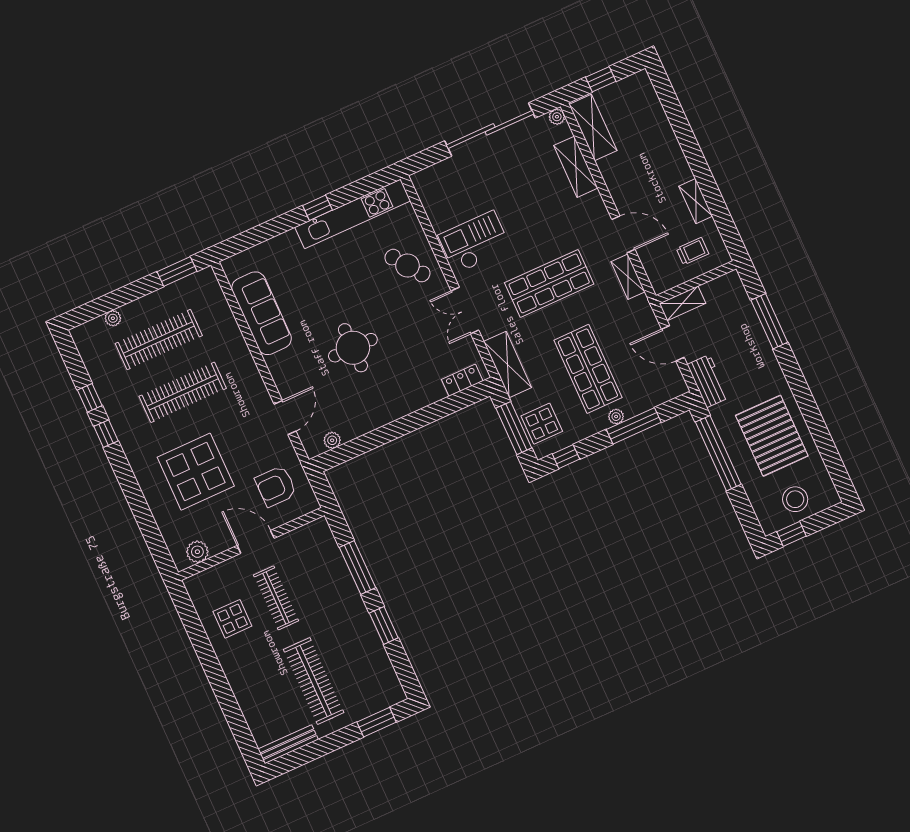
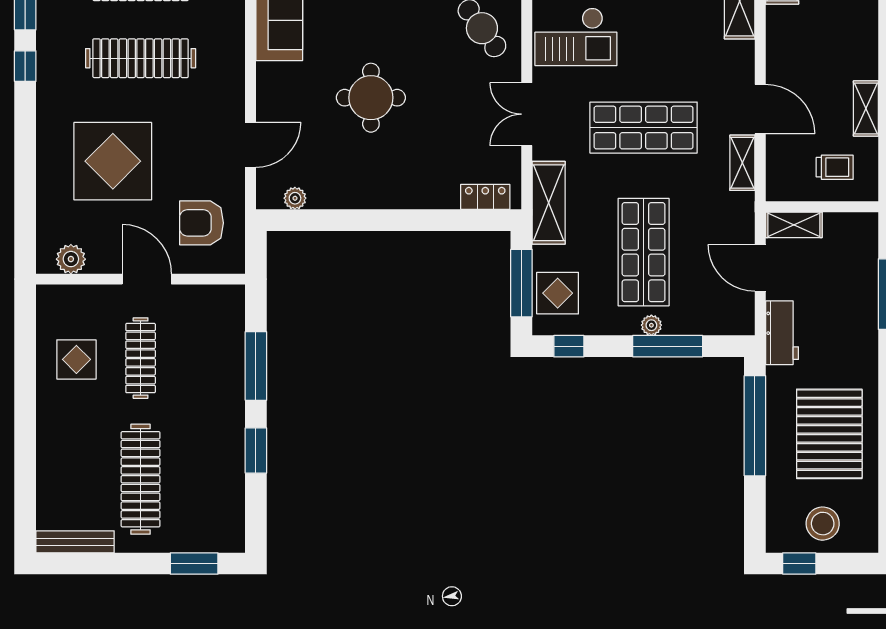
checkout: (475, 242) -> (576, 37), turned 180

